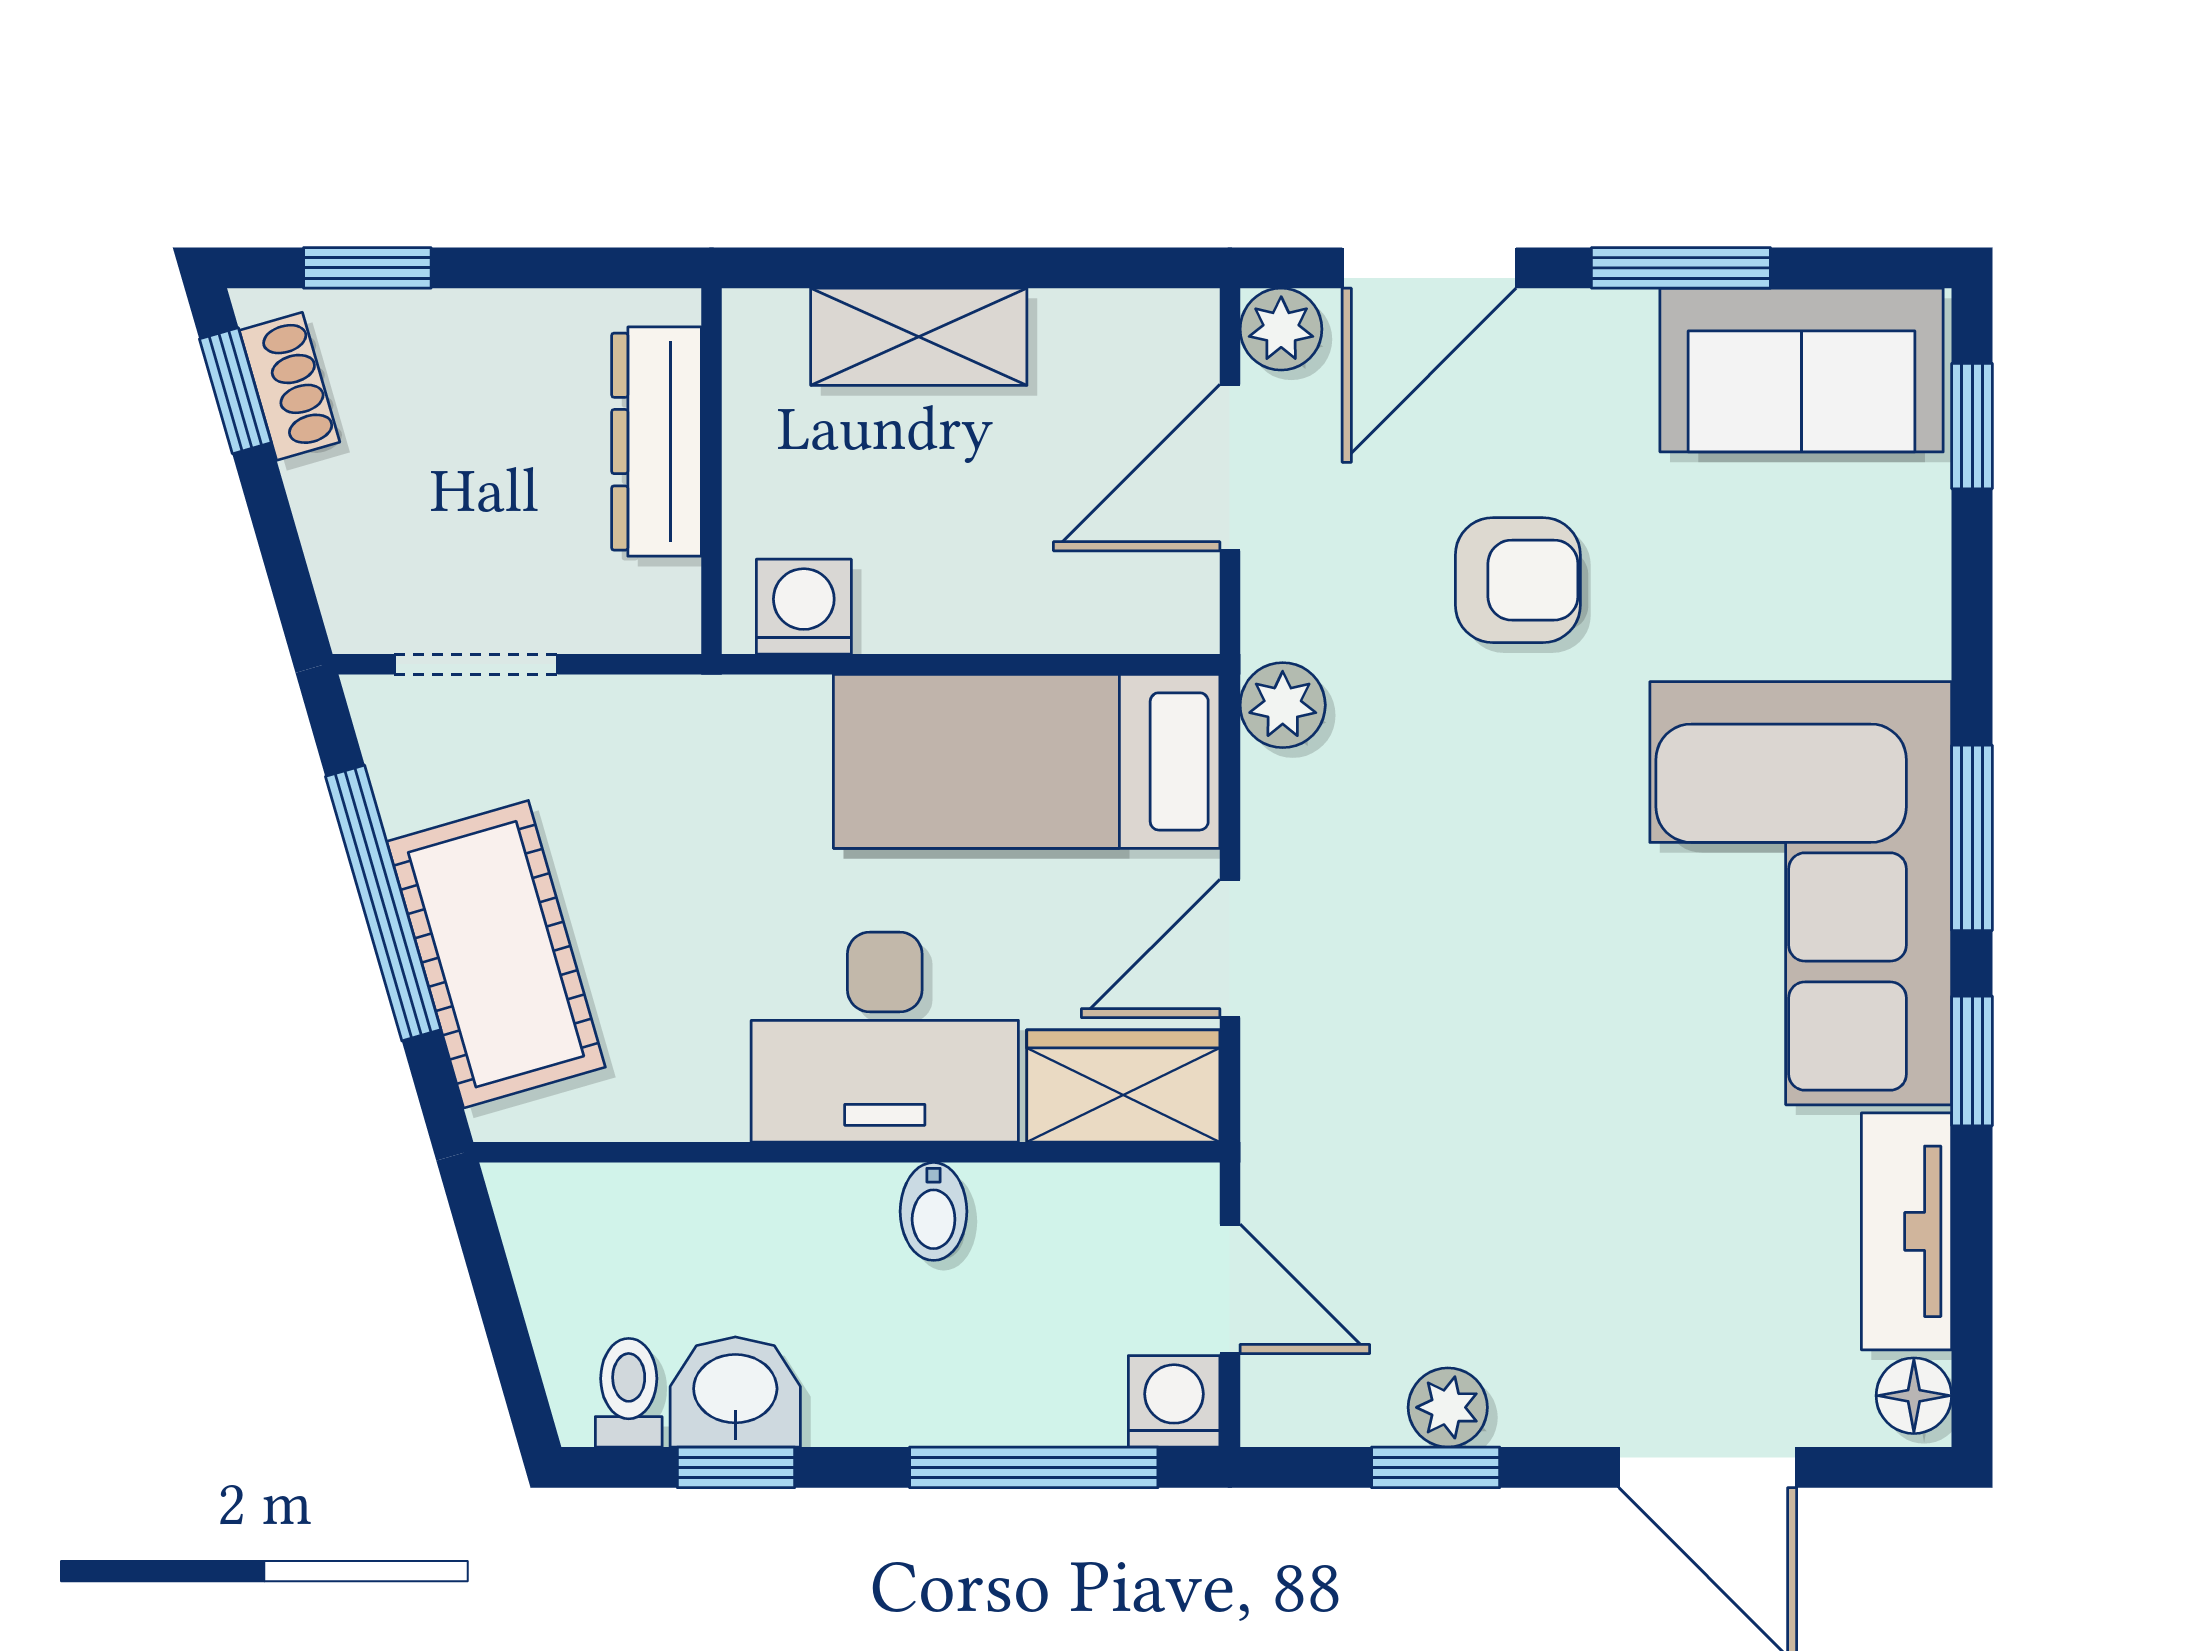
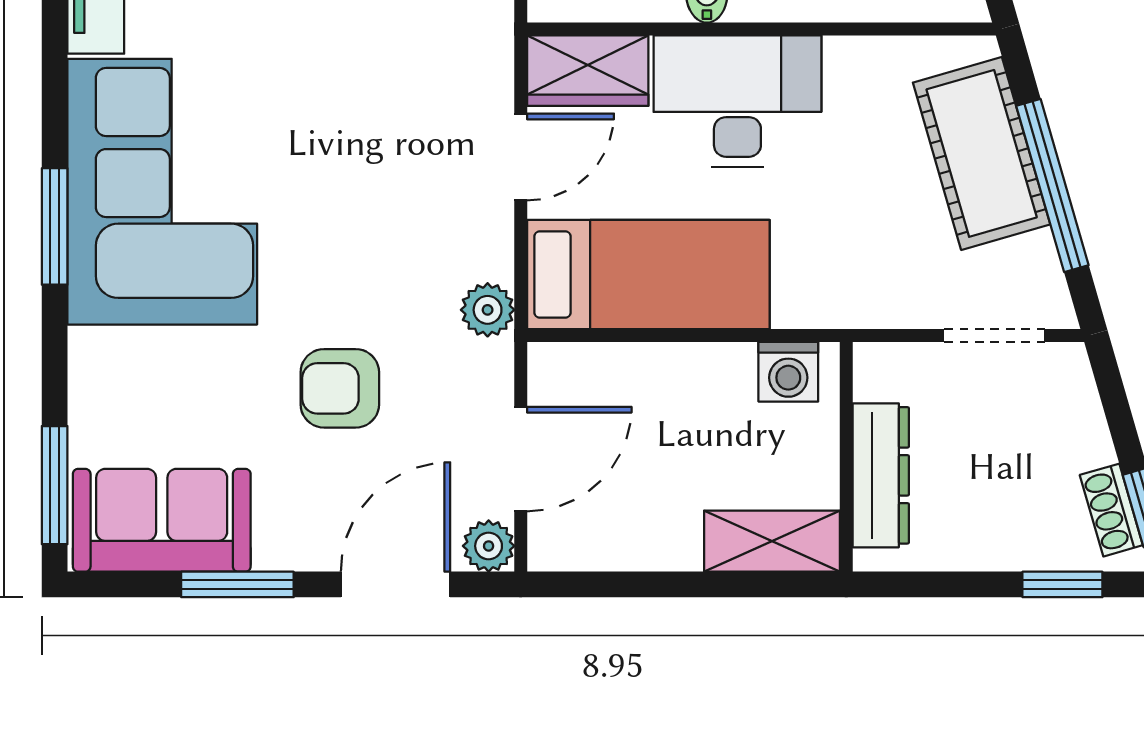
shelving: (919, 337) -> (772, 541), moved
window: (1972, 426) -> (55, 485), width x1.50
window: (1972, 1061) -> (55, 86), removed

